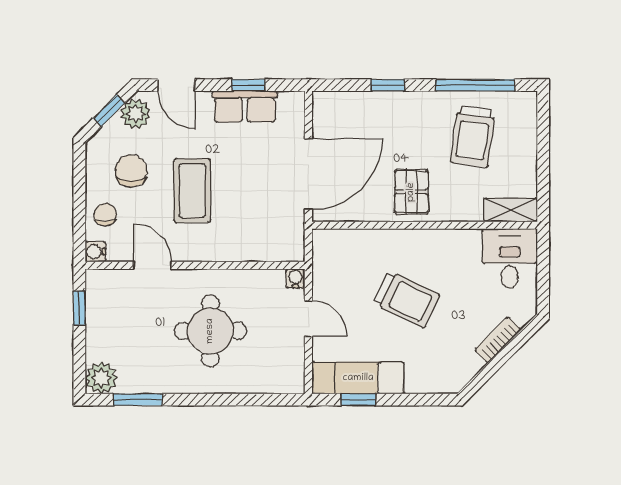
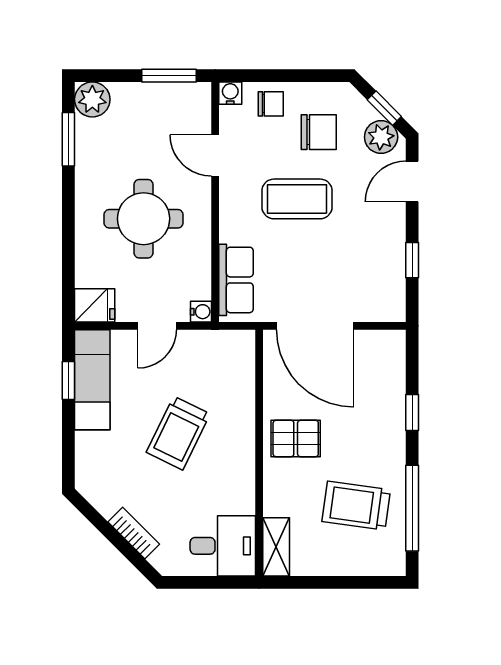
row of seats: (245, 107) -> (236, 280), moved, turned 180
door: (153, 265) -> (215, 156), swing flipped
window: (79, 308) -> (169, 76), width x1.50
fridge: (290, 376) -> (95, 305), added

